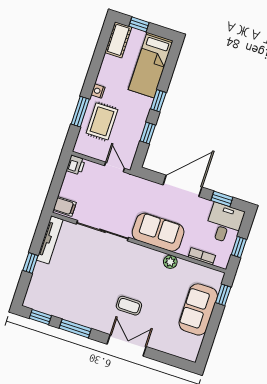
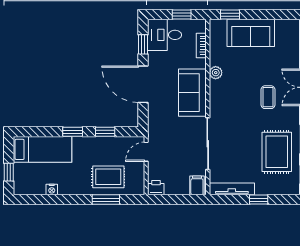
cot: (118, 40) -> (29, 186), removed
nightstand: (98, 91) -> (52, 190), moved
rug: (72, 296) -> (277, 152), added

